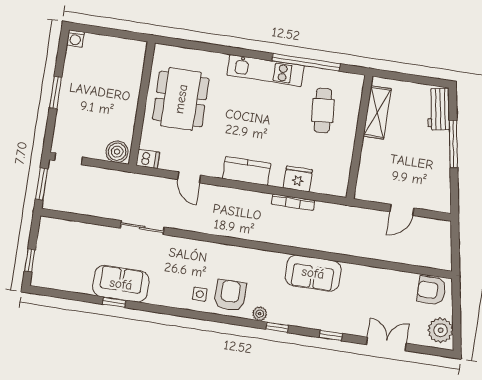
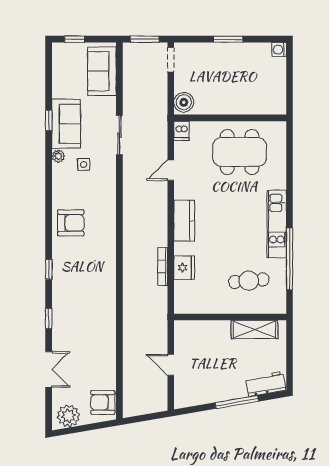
sofa: (313, 273) -> (102, 71), moved
armchair: (432, 290) -> (103, 402), turned -90
side table: (200, 294) -> (84, 165), moved
plant: (260, 314) -> (58, 156), moved

